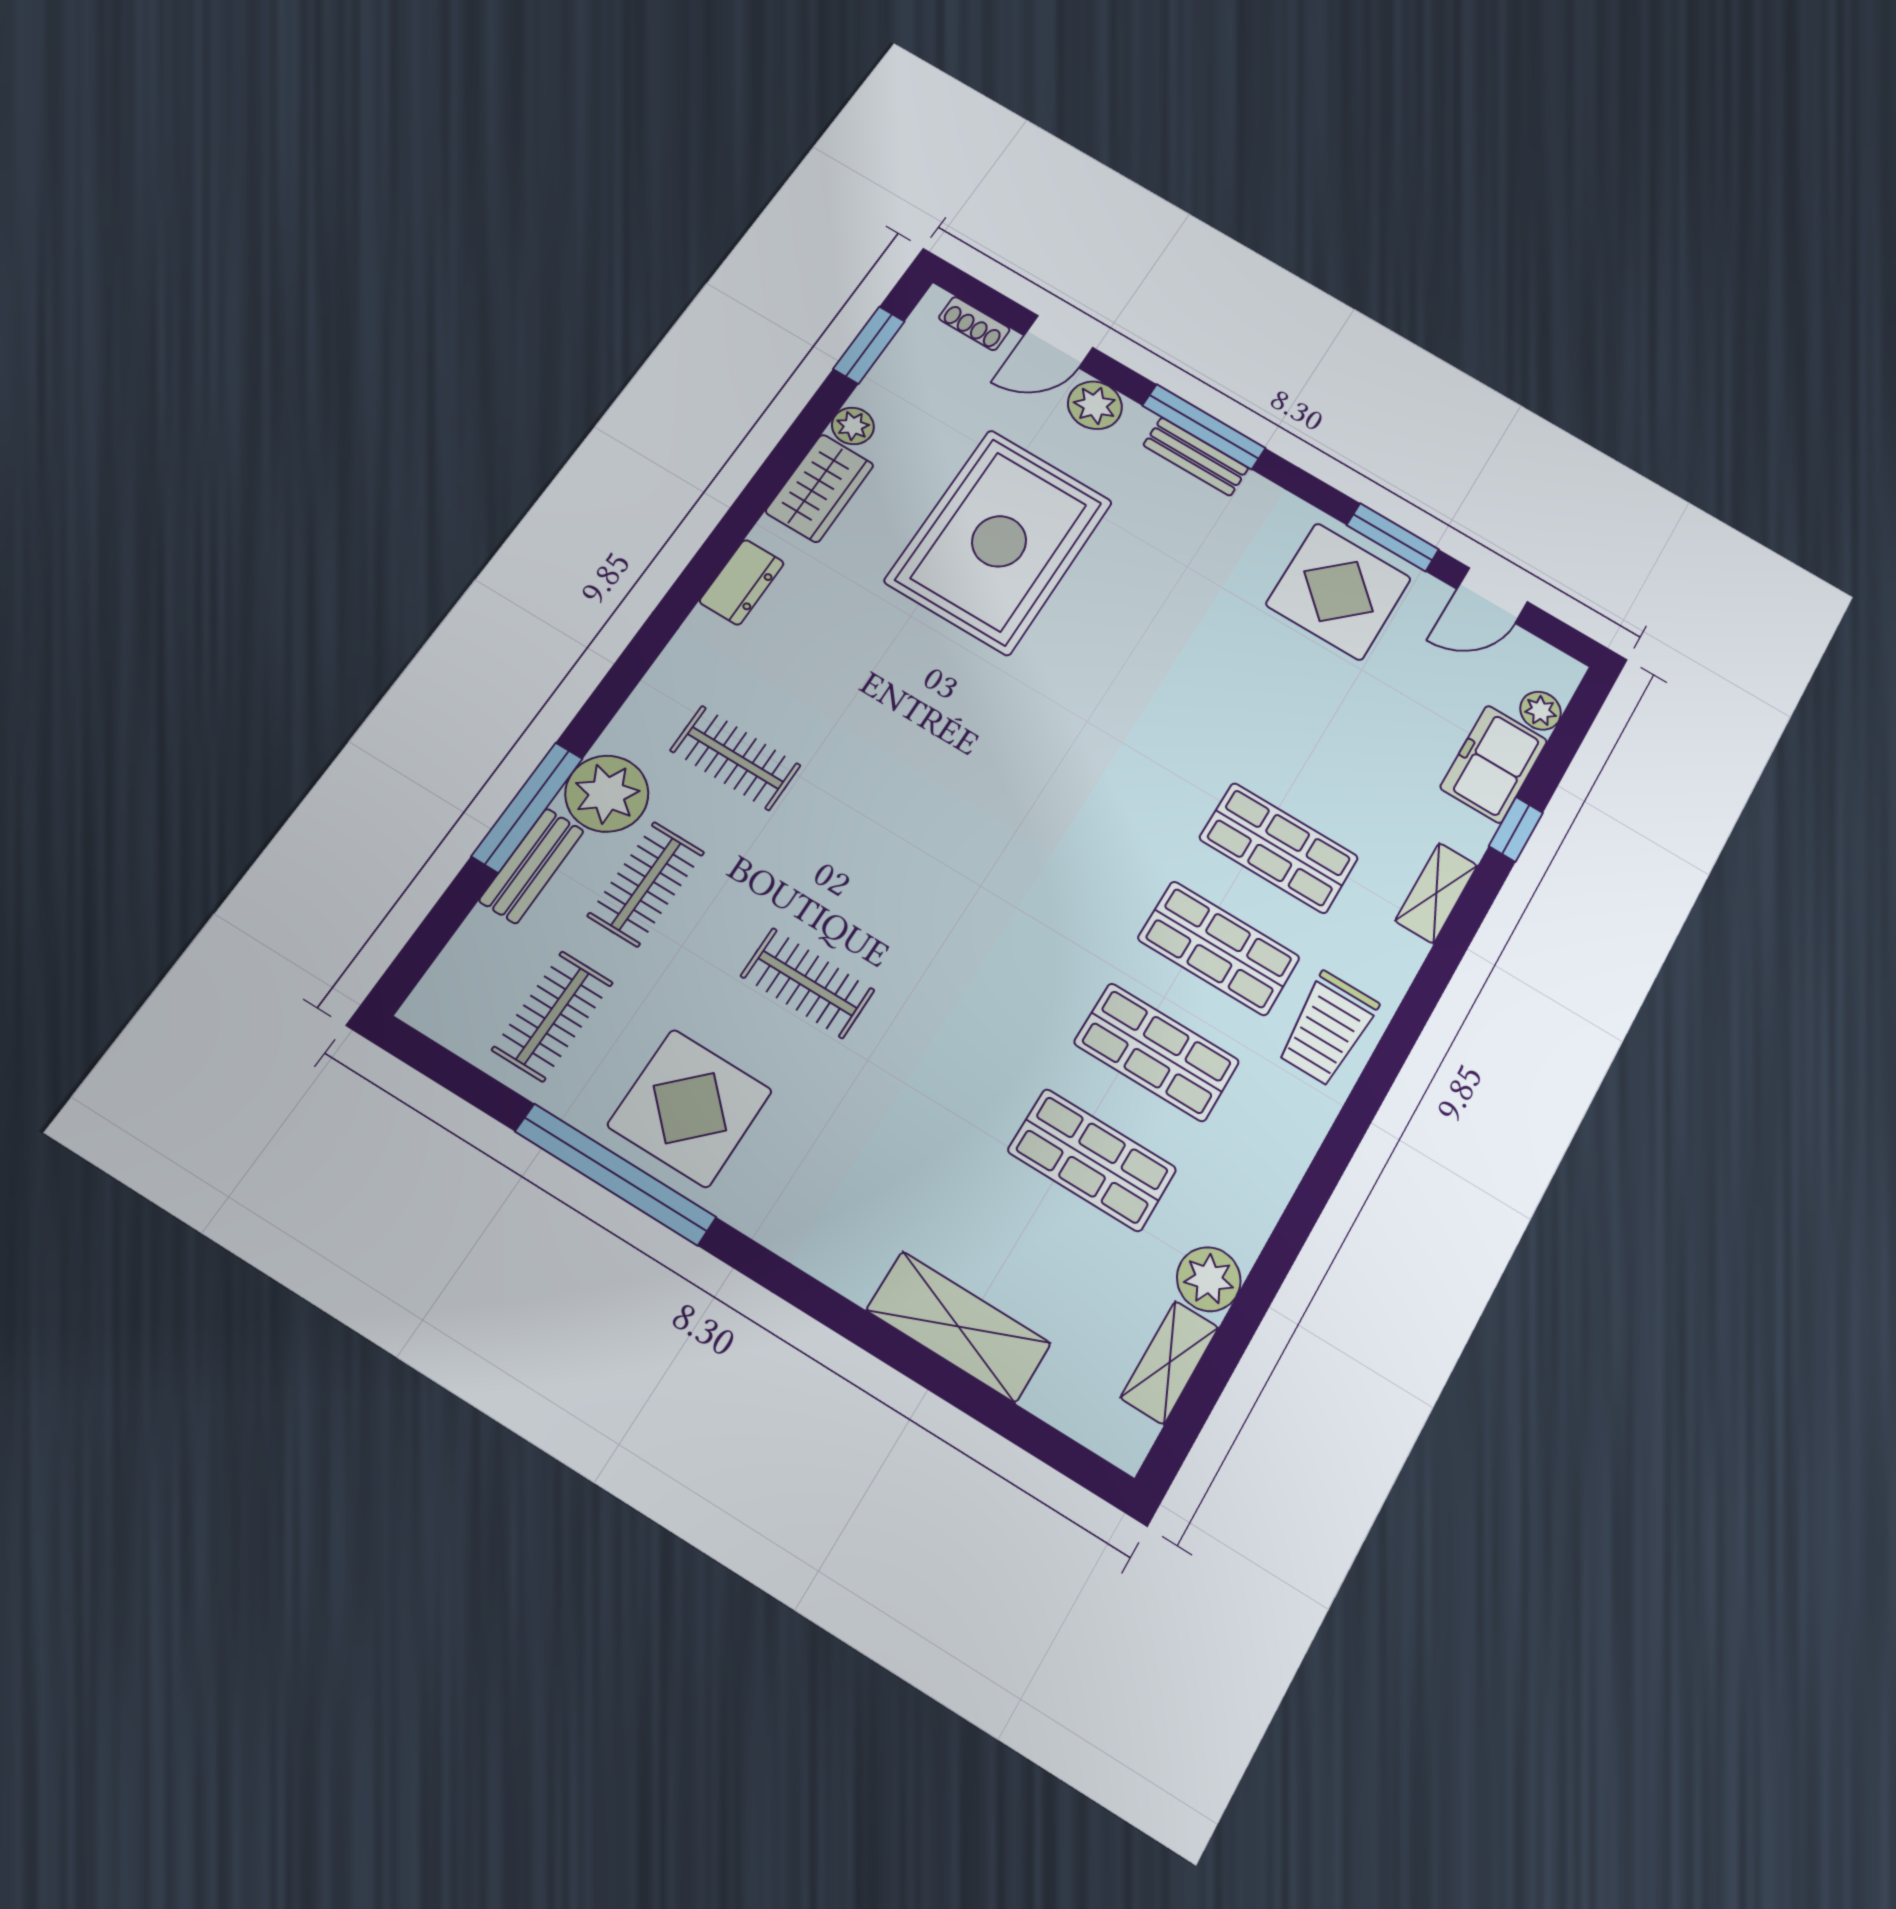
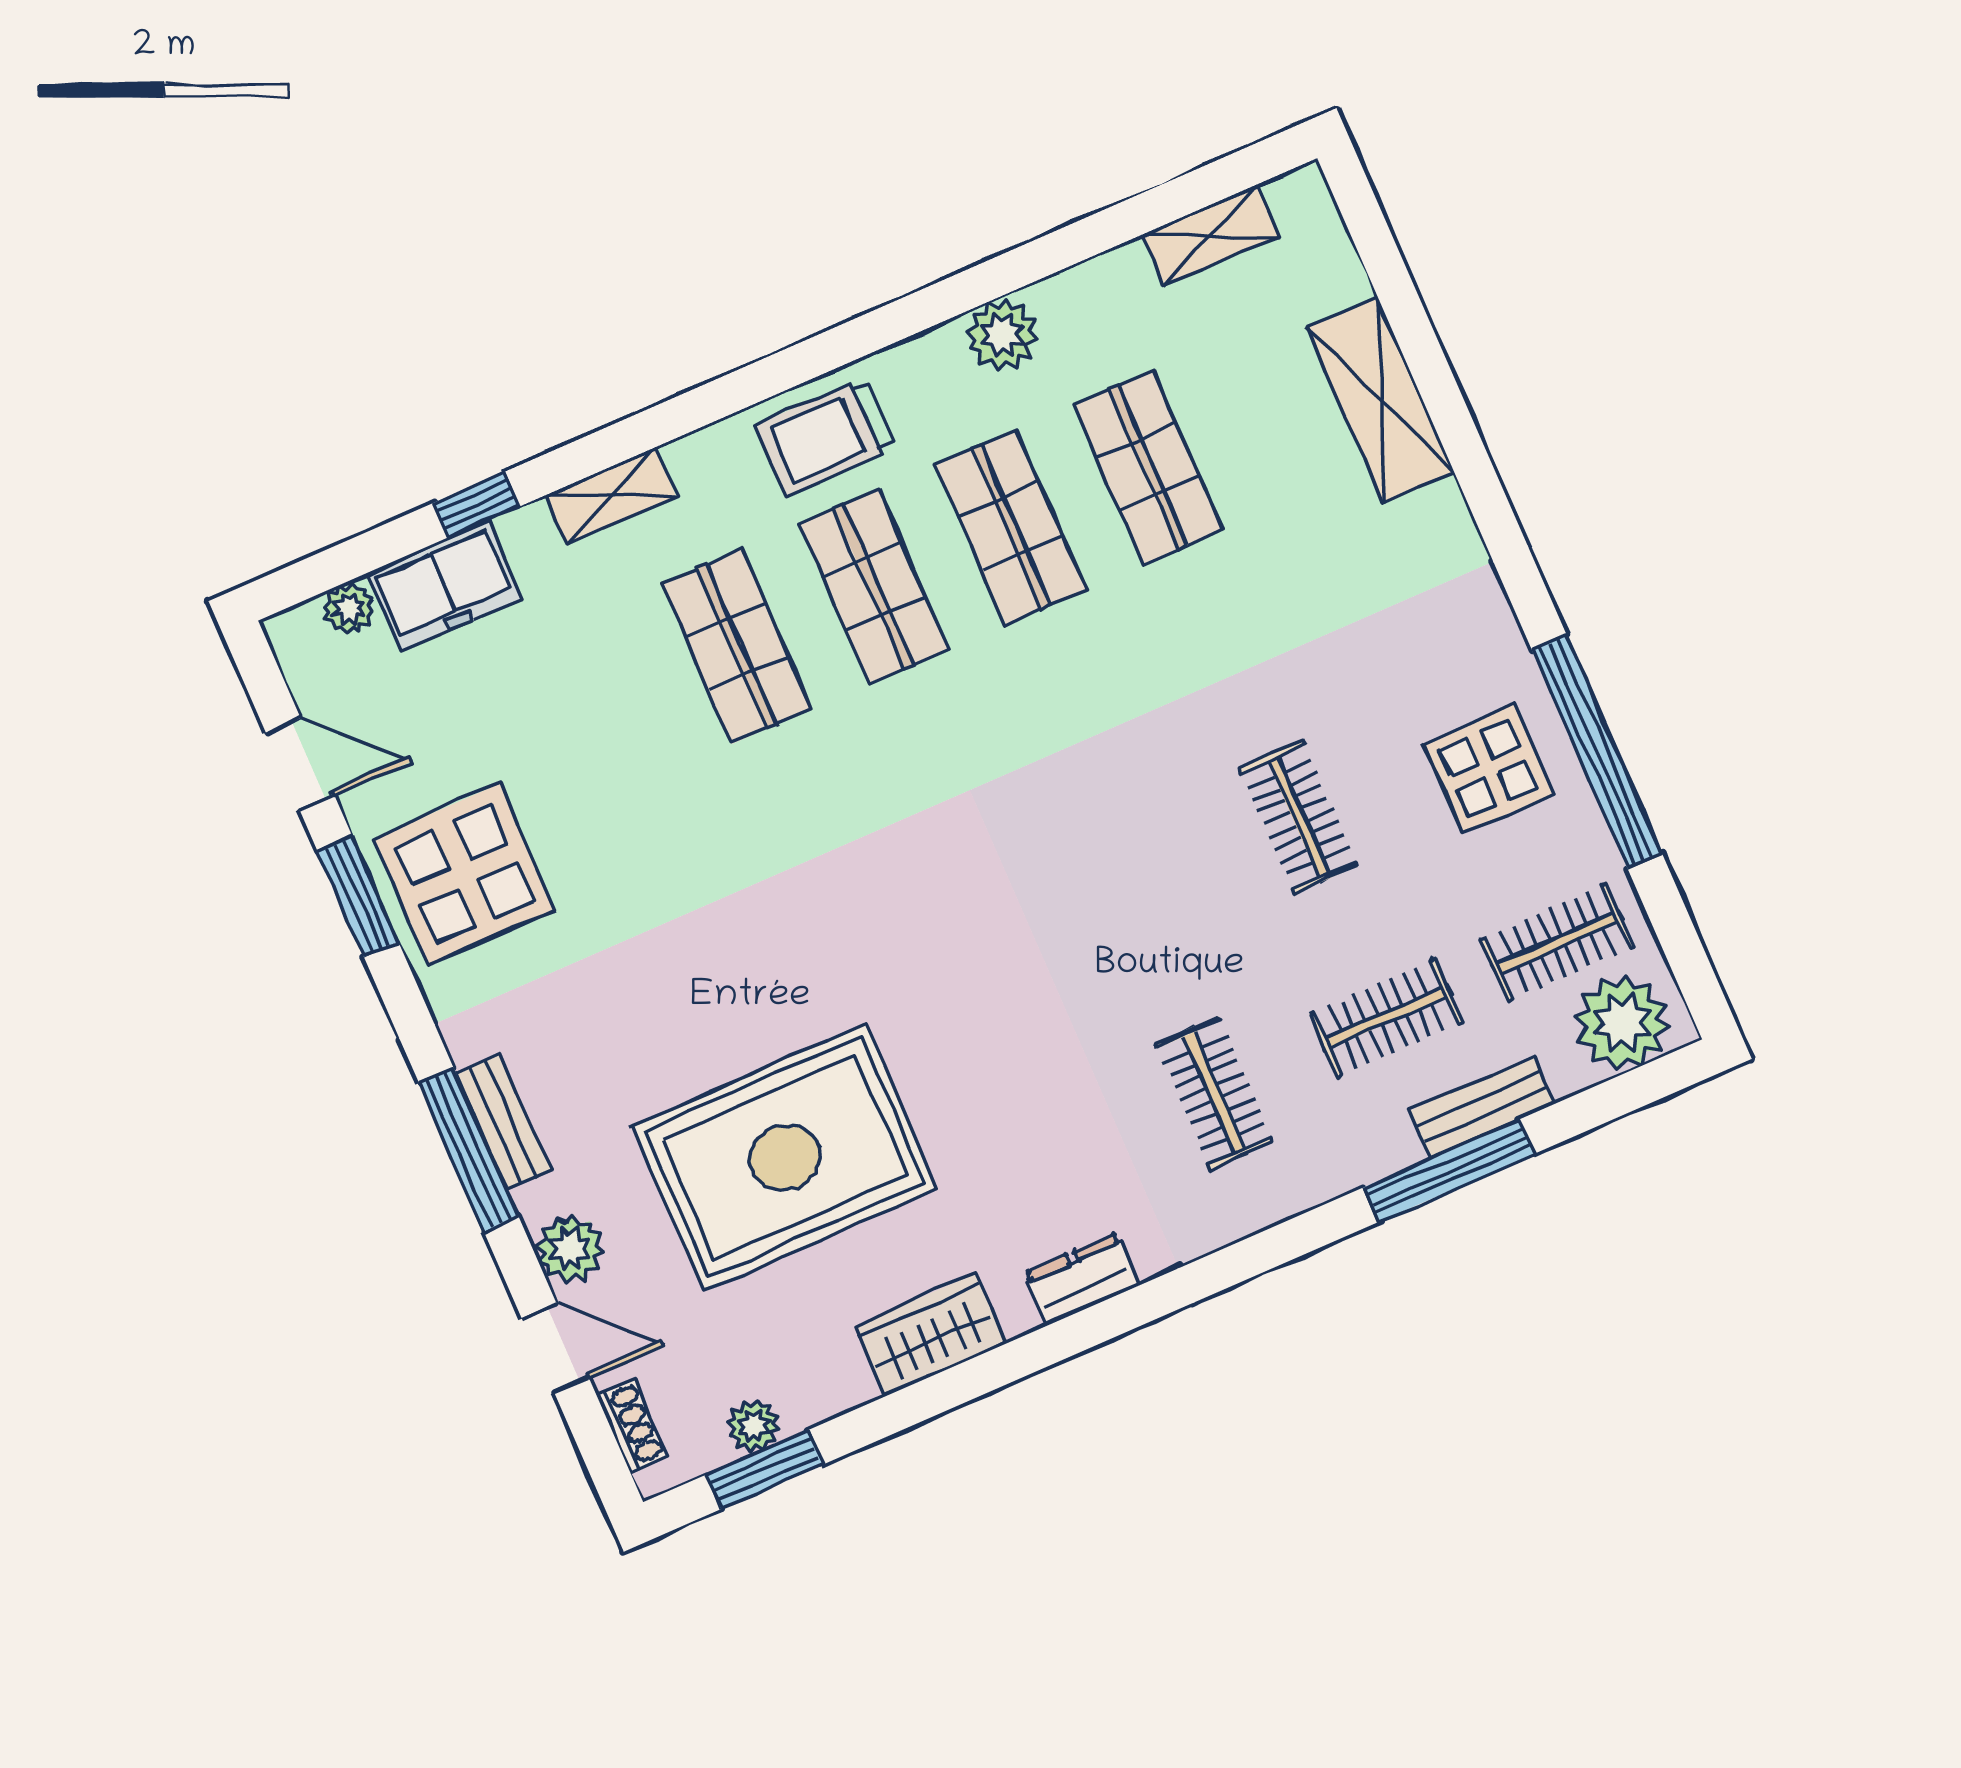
plant: (853, 426) -> (754, 1426), moved
plant: (607, 794) -> (1622, 1023), moved
trolley: (1328, 1029) -> (826, 437), turned 180
display table: (690, 1108) -> (1489, 769), width x0.73, depth x0.73
plant: (1209, 1279) -> (1002, 335), moved

